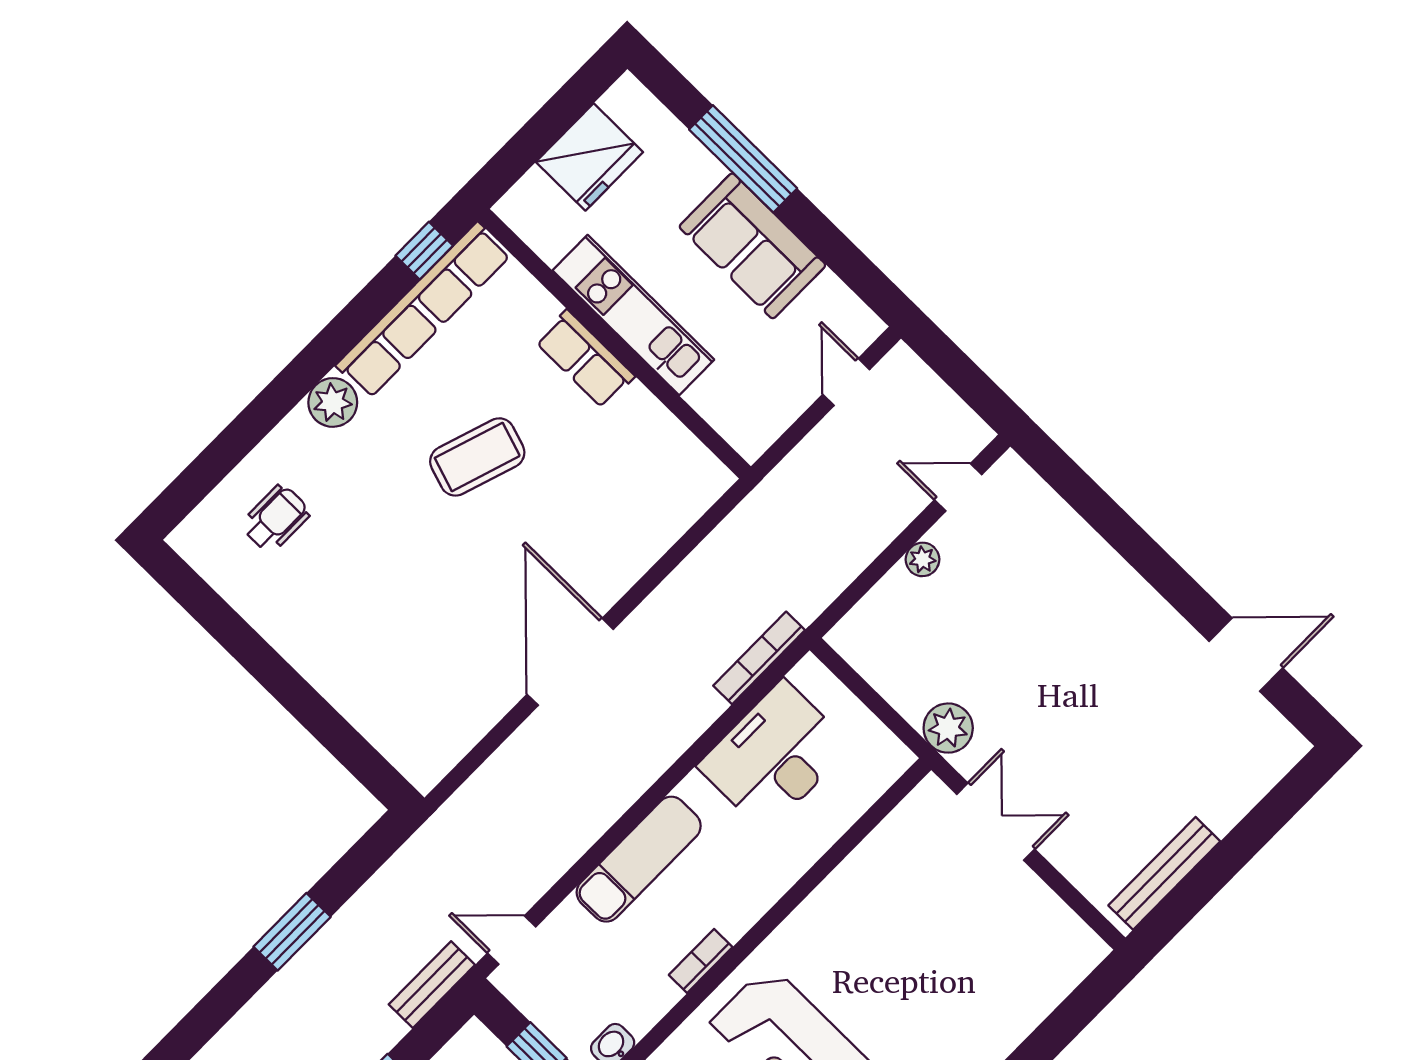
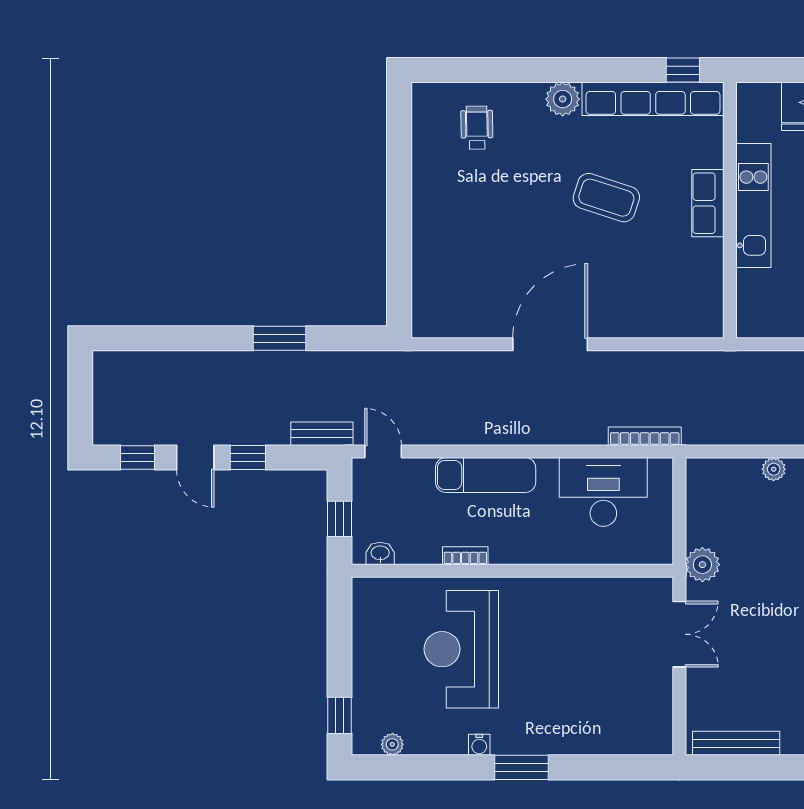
wheelchair: (276, 519) -> (477, 128), turned -91

